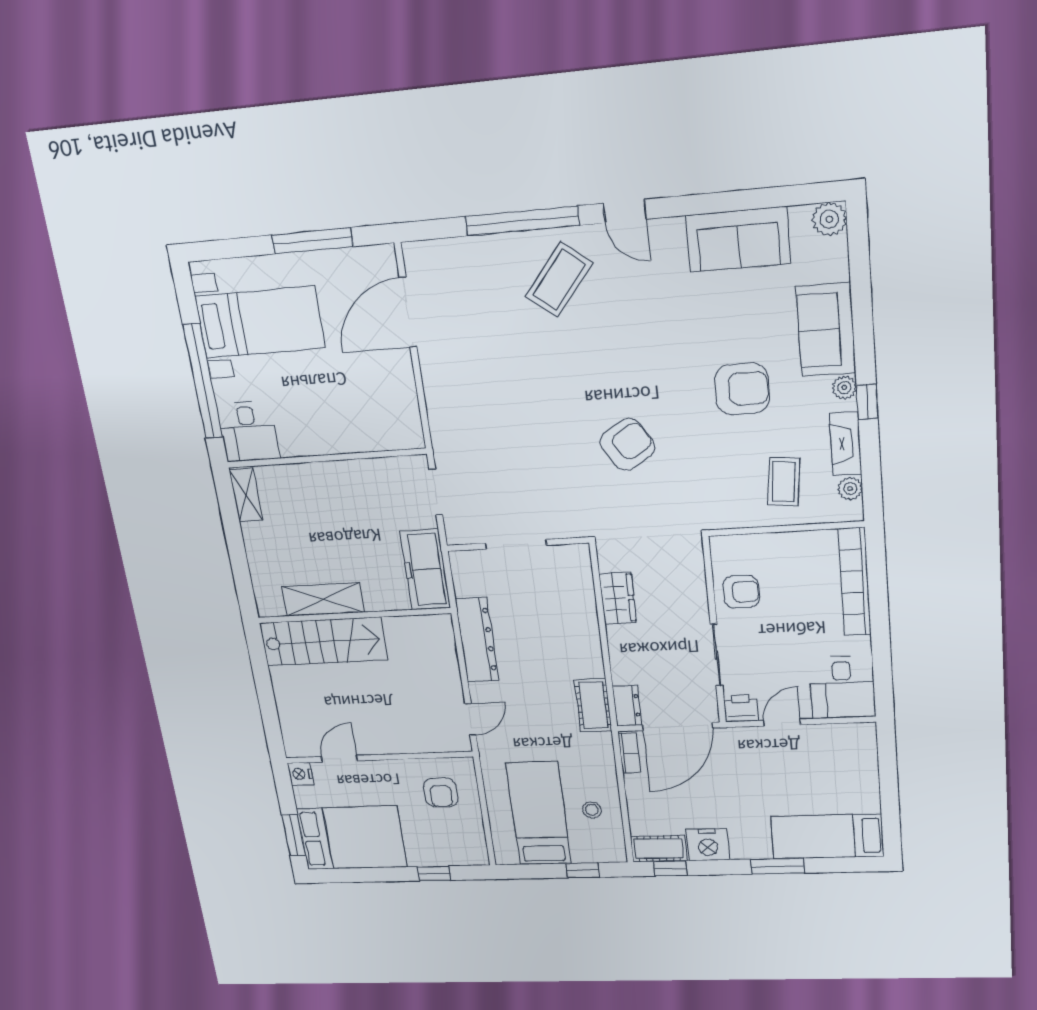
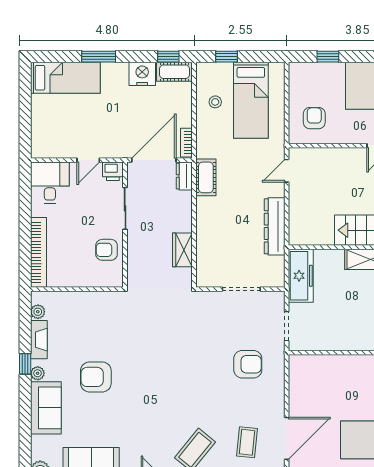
armchair: (627, 444) -> (248, 364), moved, turned -148
coffee table: (784, 481) -> (247, 442), moved

